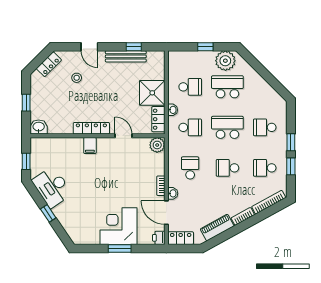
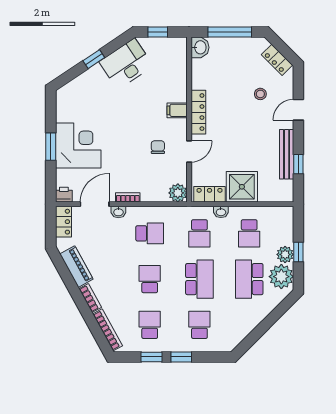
plant: (207, 58) -> (285, 254), added
school desk: (227, 87) -> (249, 279), turned 180
window: (26, 103) -> (230, 32), width x2.17
chair: (120, 161) -> (158, 147), added

